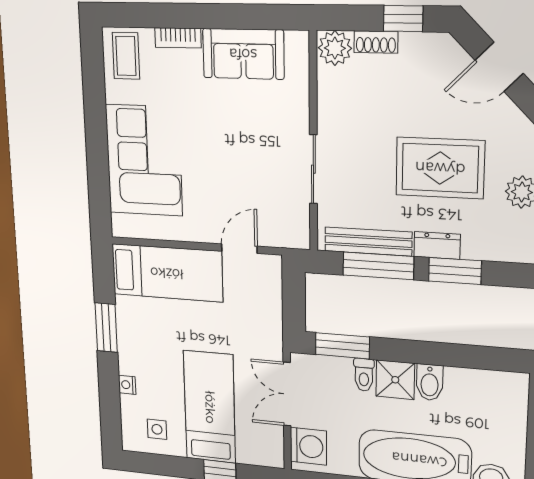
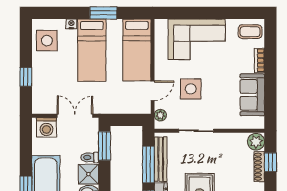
window: (403, 19) -> (270, 162), moved
shoe rack: (376, 42) -> (259, 167), width x1.43
side table: (235, 176) -> (191, 89), added
plant: (284, 237) -> (160, 115), added
door: (239, 249) -> (153, 91), hinge flipped
bed: (210, 407) -> (92, 50), moved, turned 90
side table: (157, 429) -> (47, 41), width x1.87, depth x1.87

